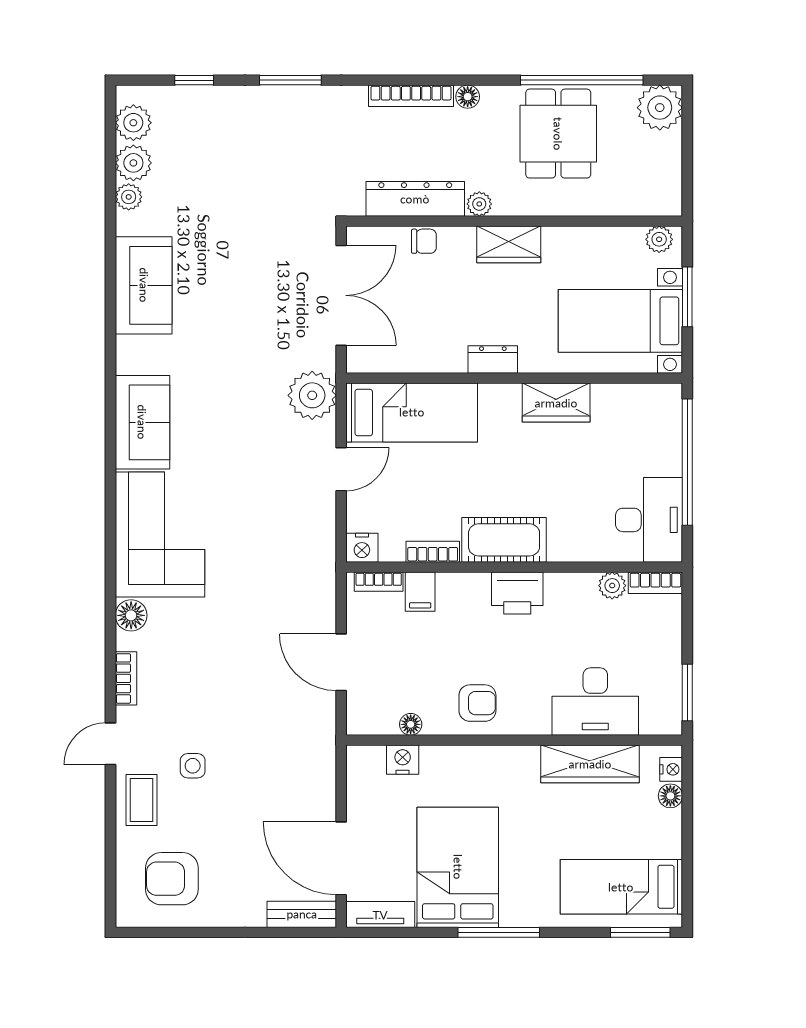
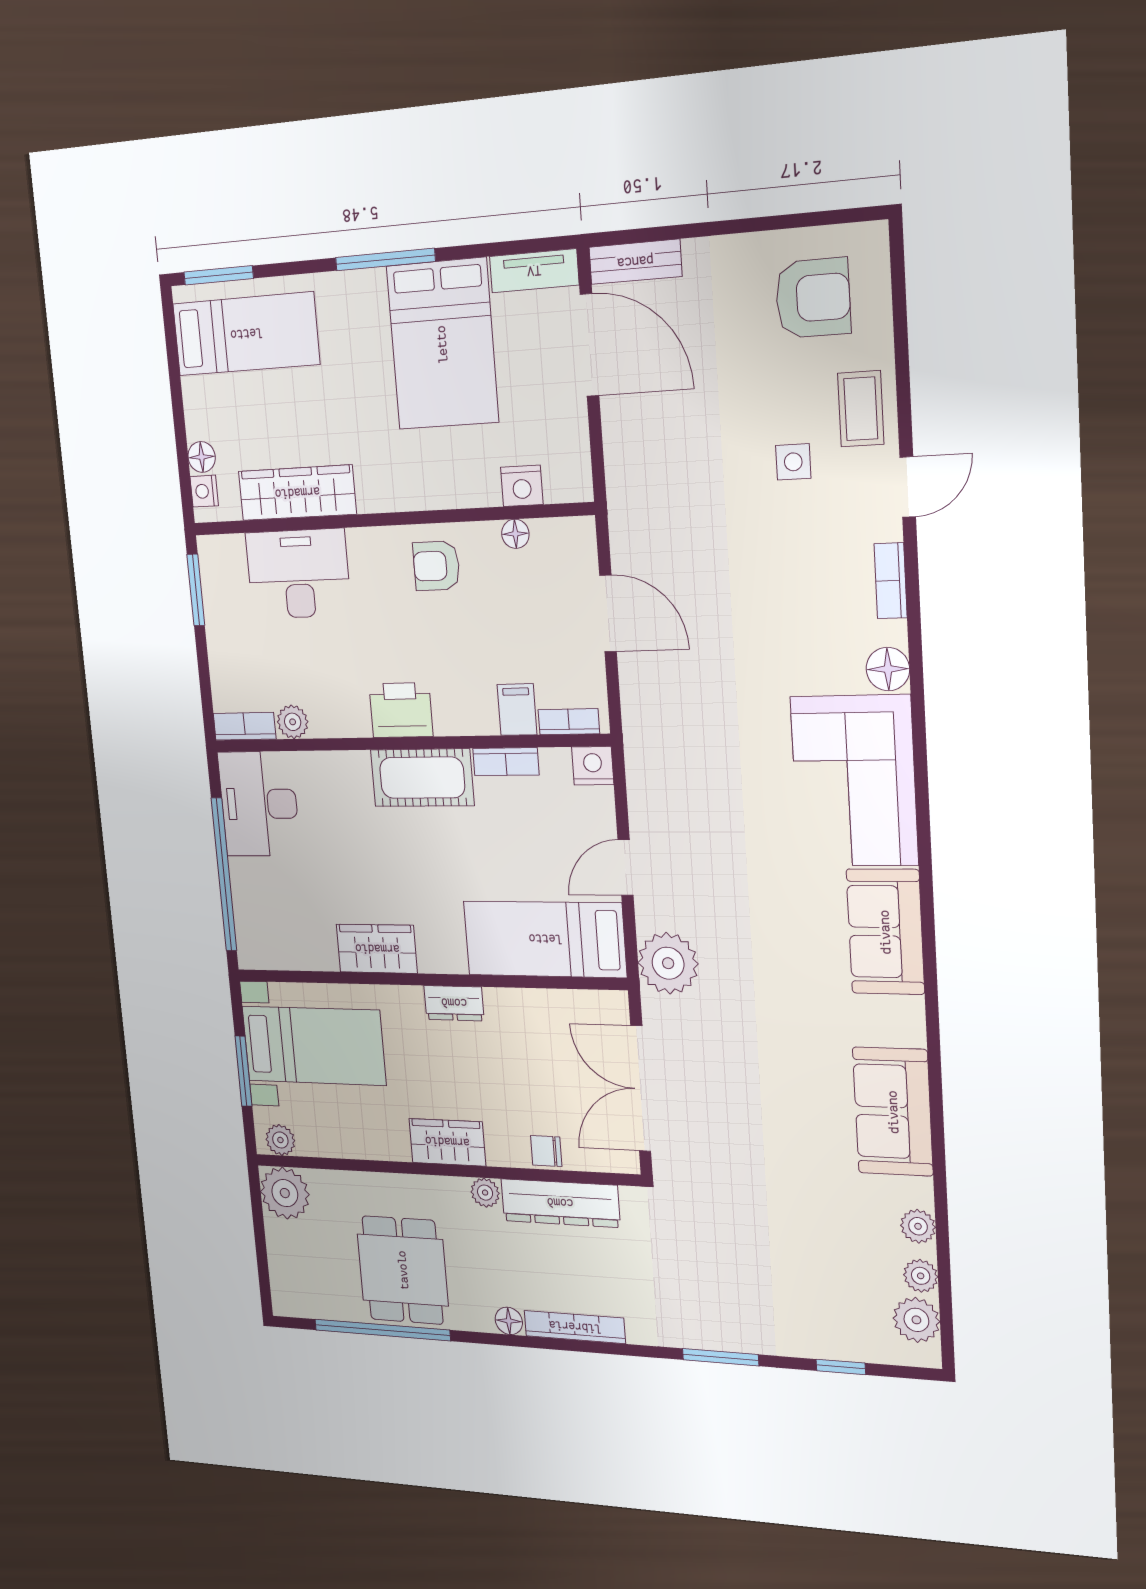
plant: (660, 108) -> (285, 1193), moved
plant: (133, 163) -> (921, 1276), width x0.73, depth x0.73

